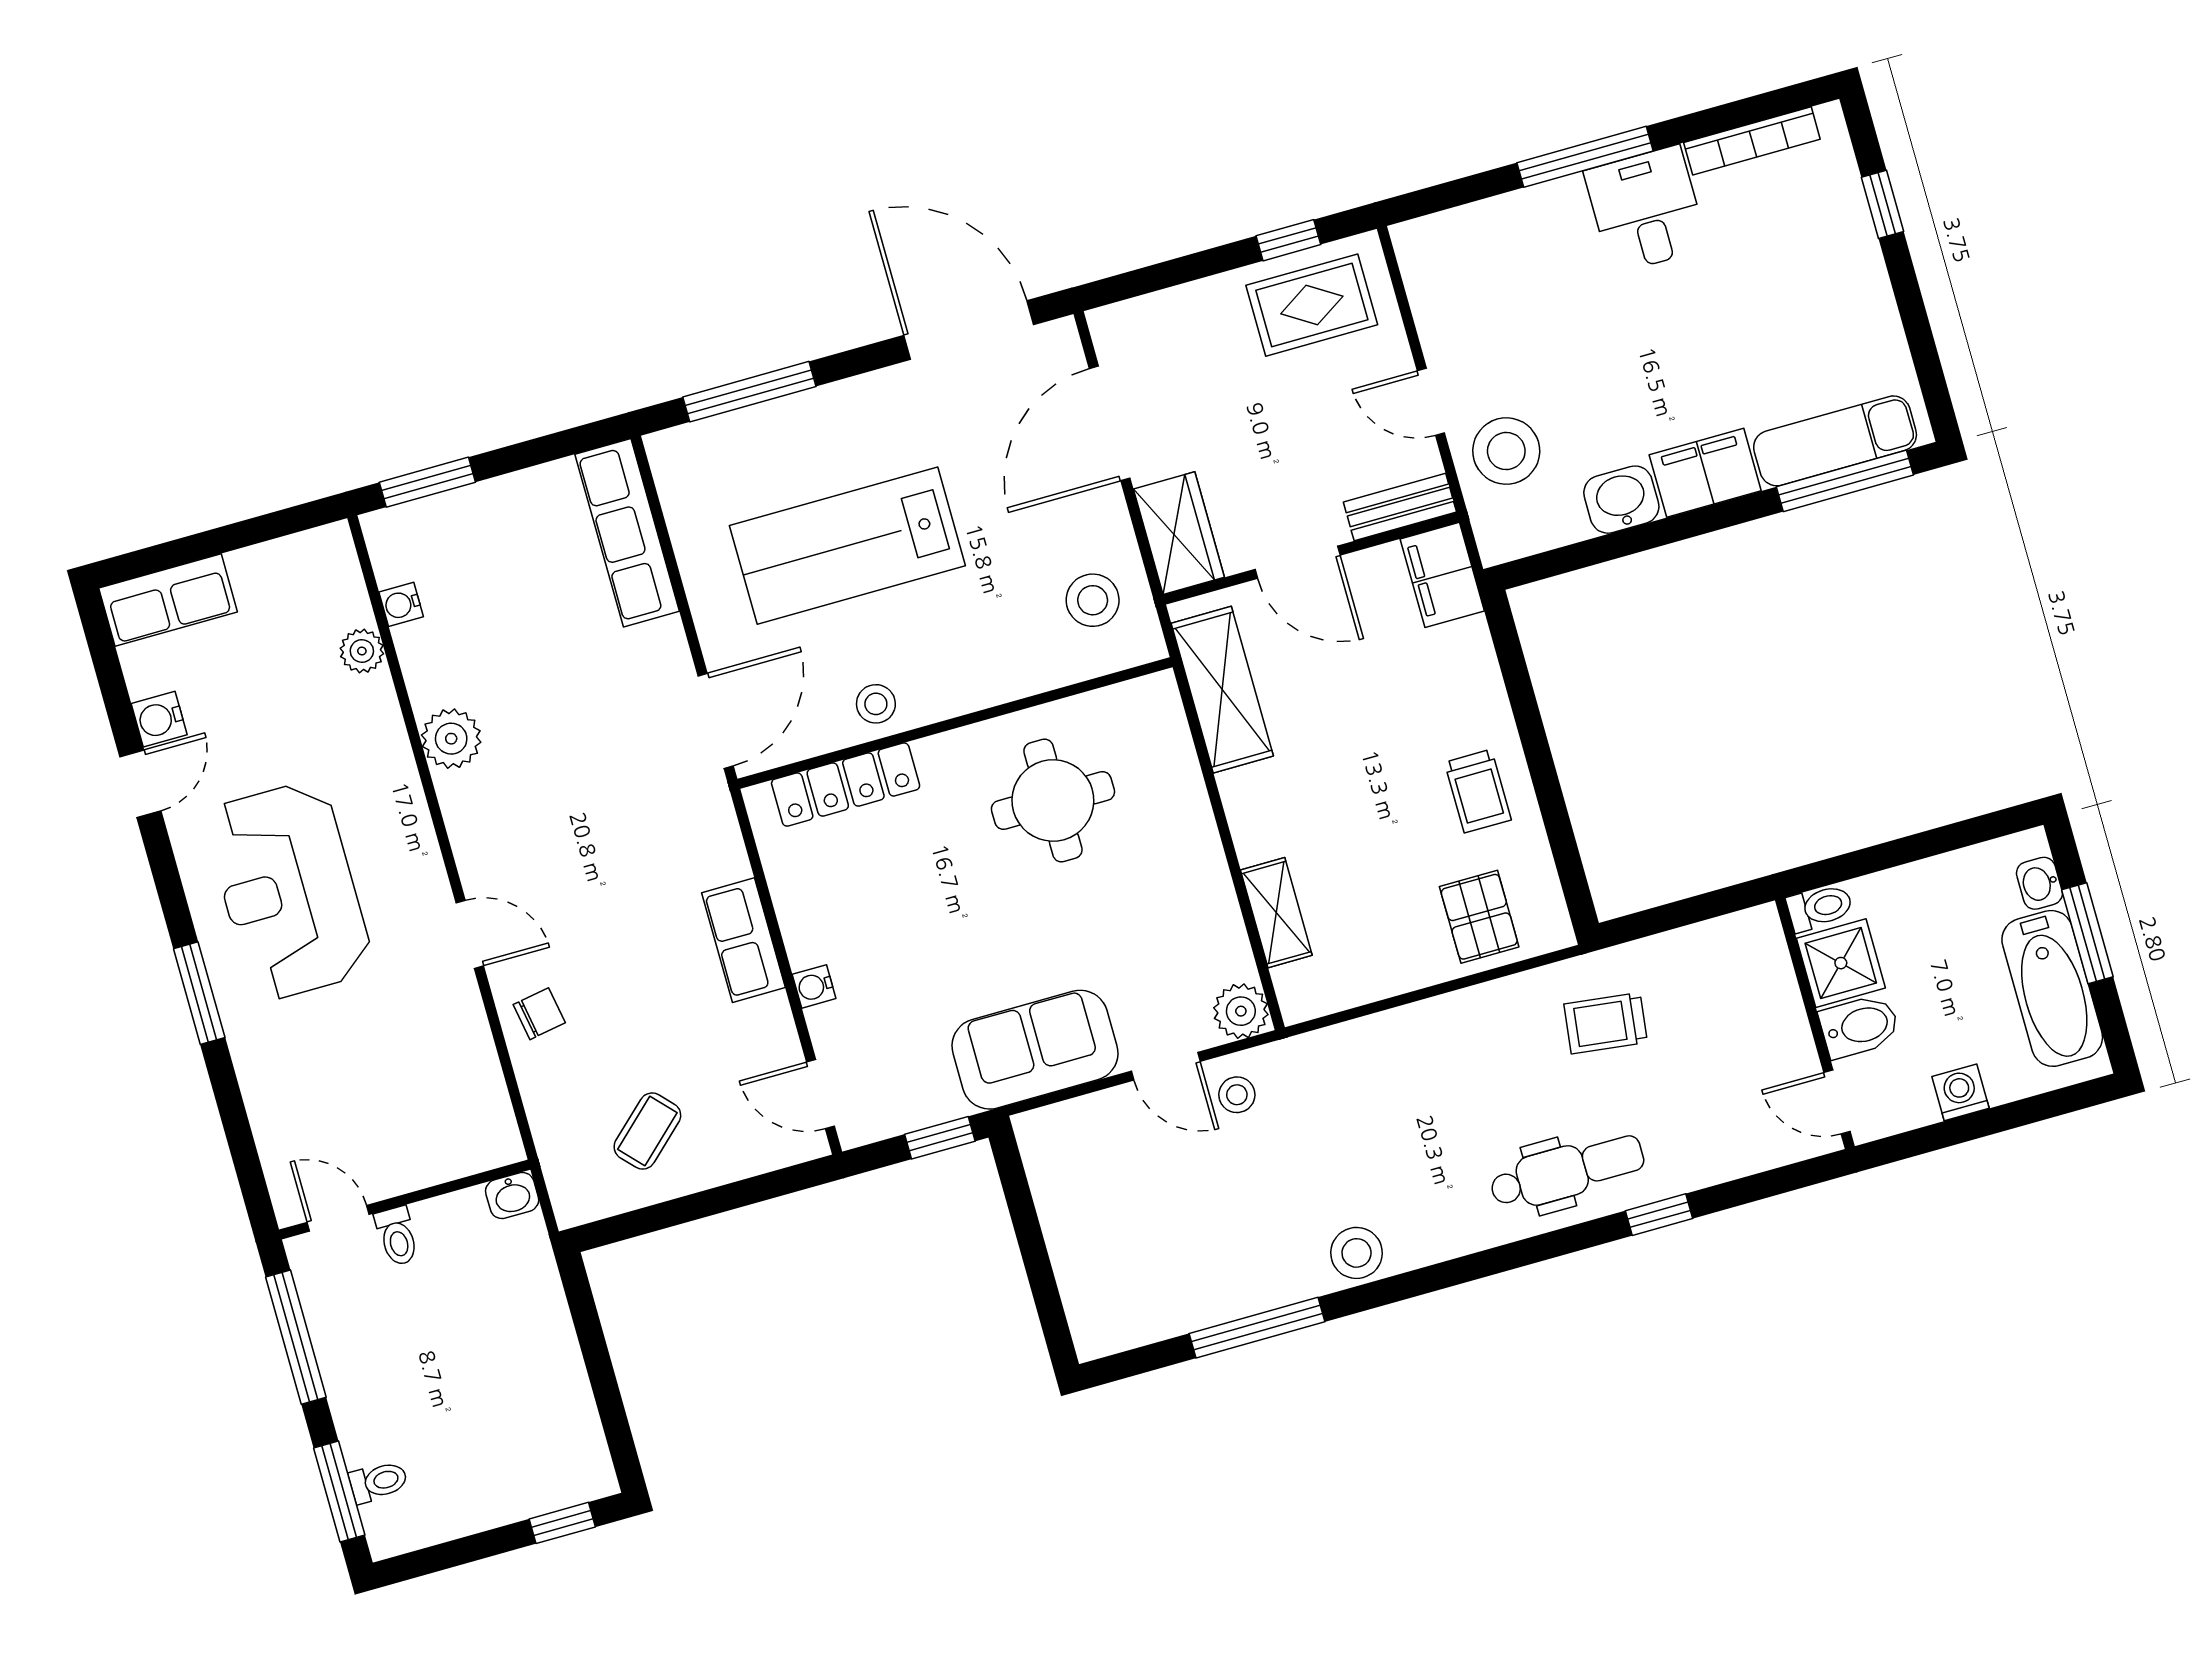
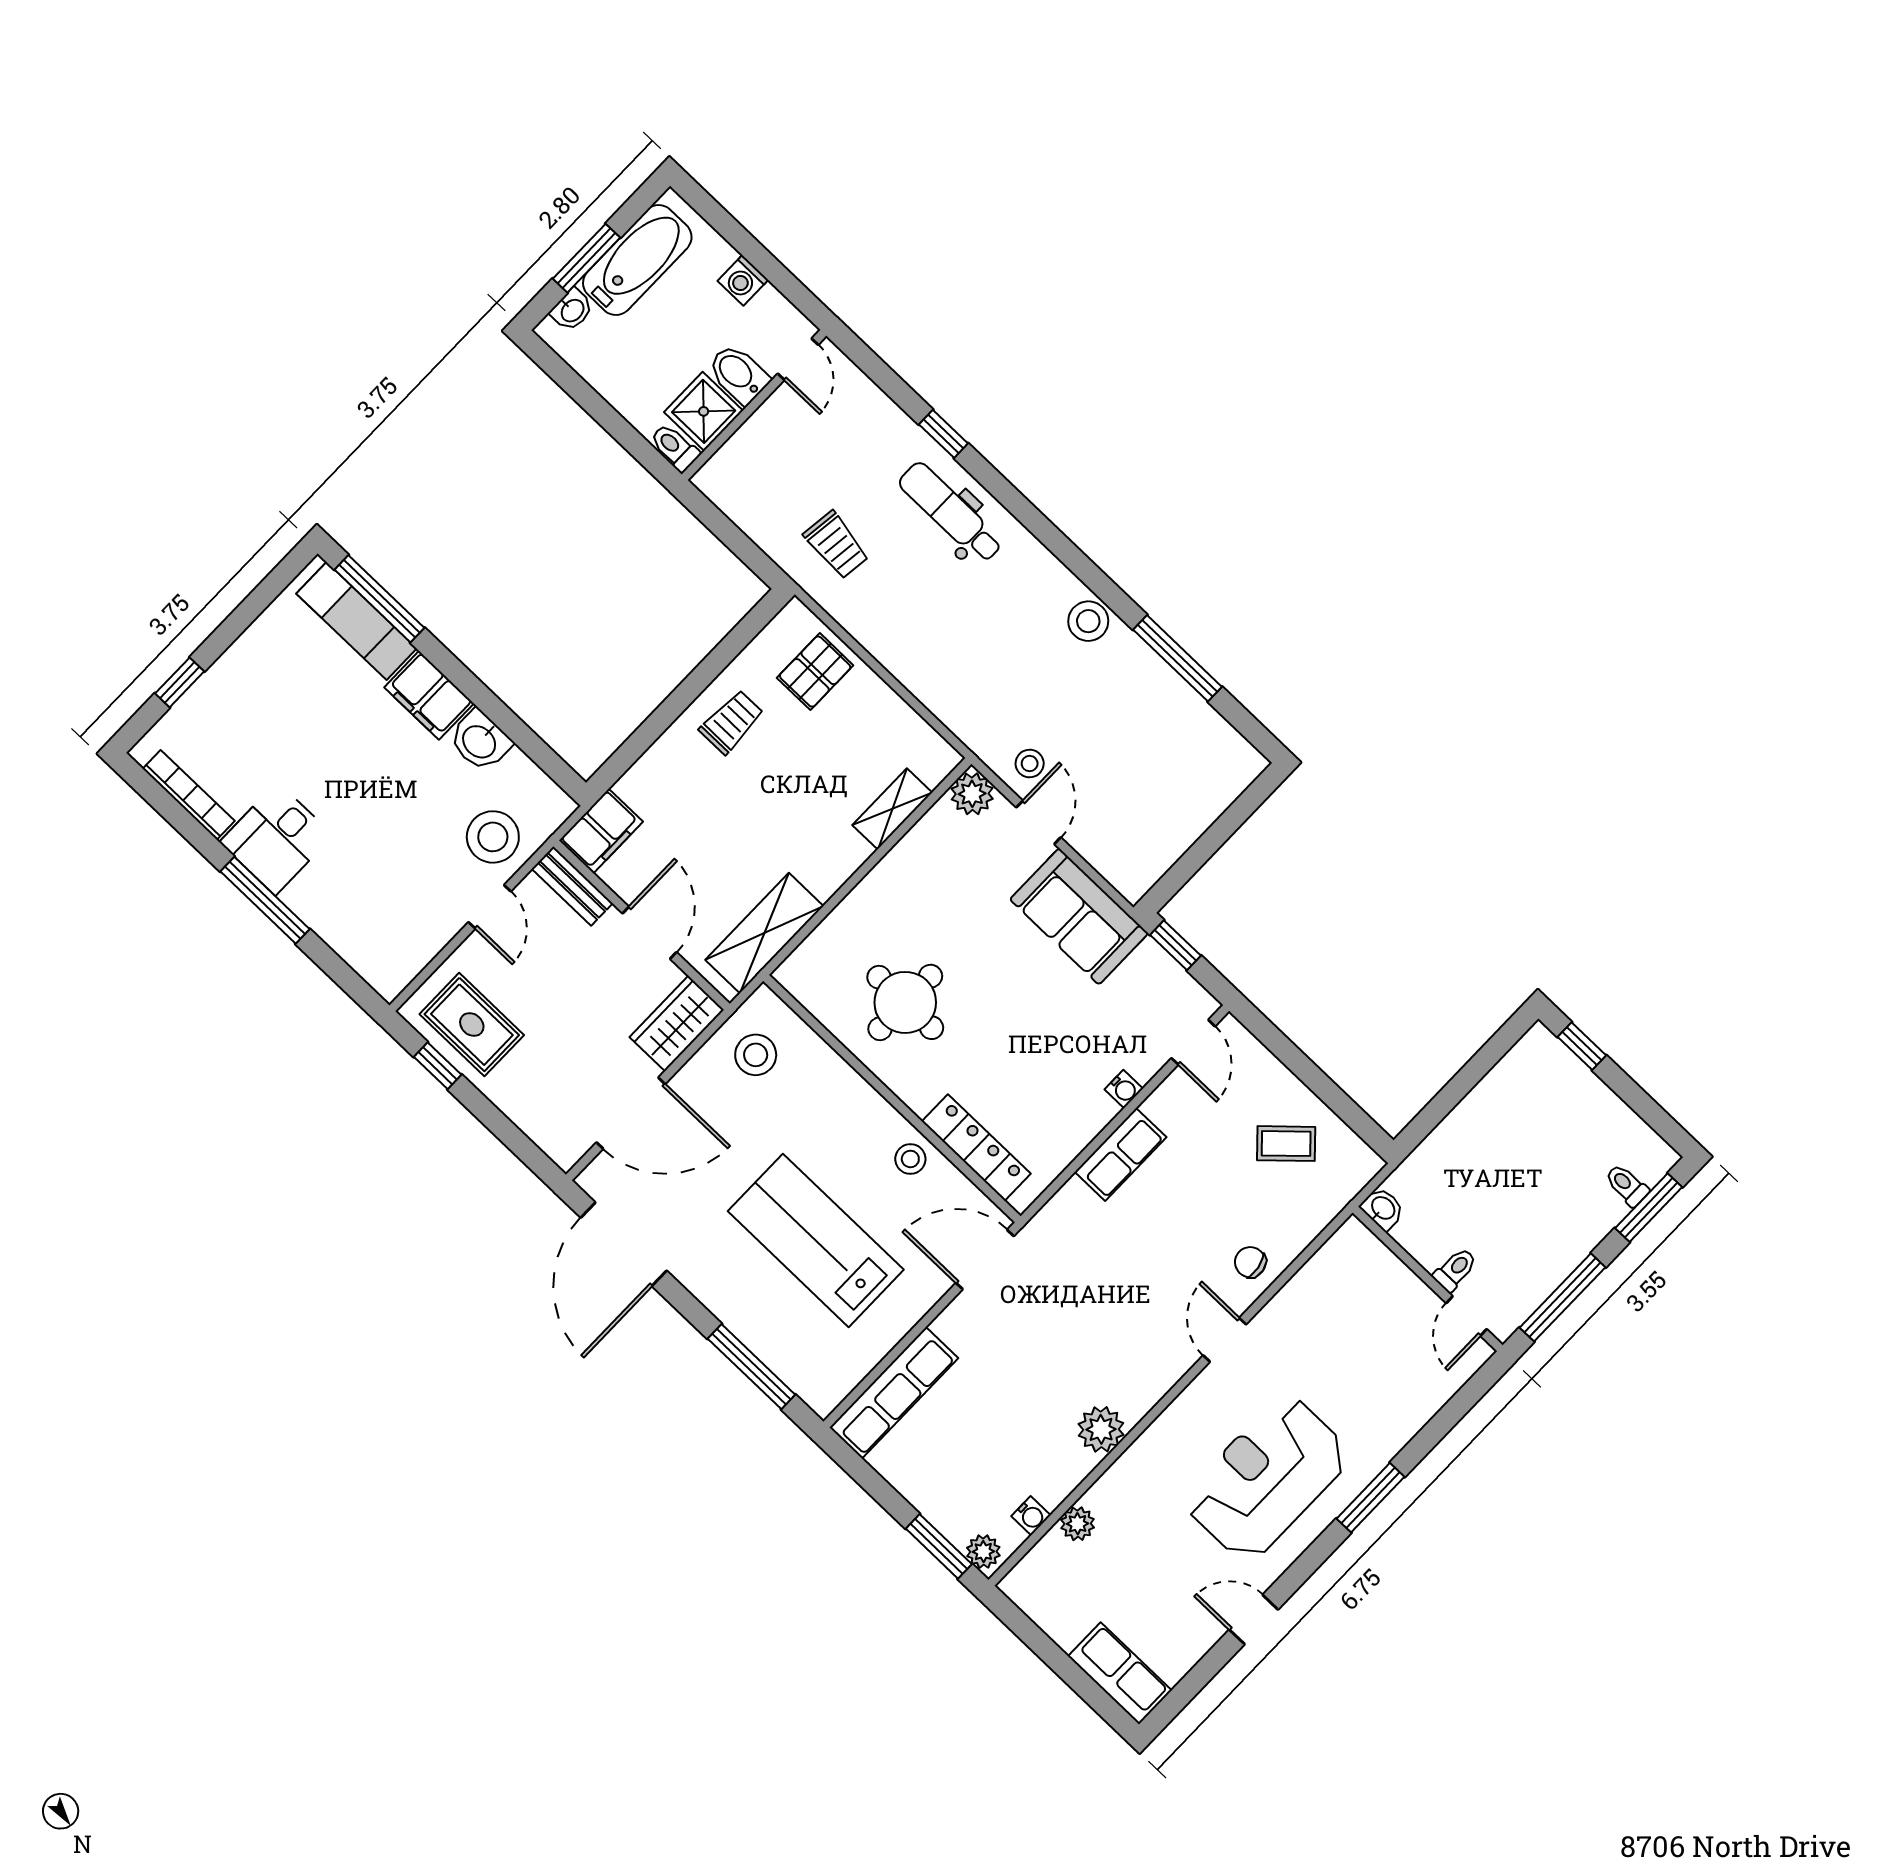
plant: (392, 528) -> (983, 1552), added
lab bench: (847, 546) -> (816, 1240), turned 180
water cooler: (159, 719) -> (1203, 1632), removed
reception desk: (289, 891) -> (1267, 1478), turned 180

